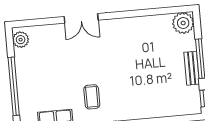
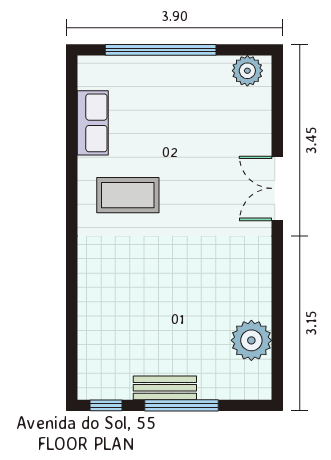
plant: (183, 23) -> (251, 340), moved
coffee table: (92, 97) -> (128, 195), width x1.36, depth x1.30

